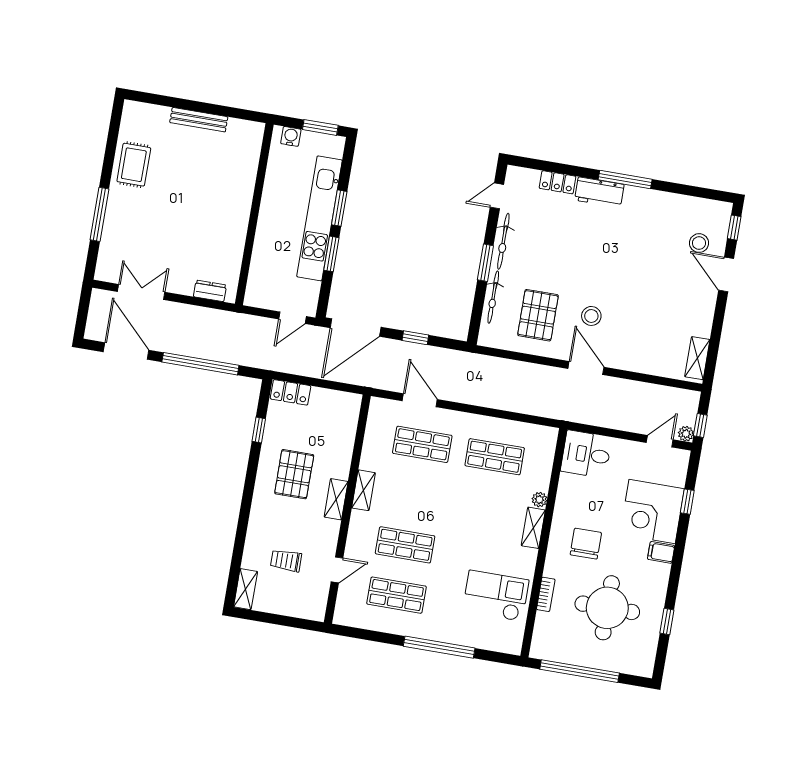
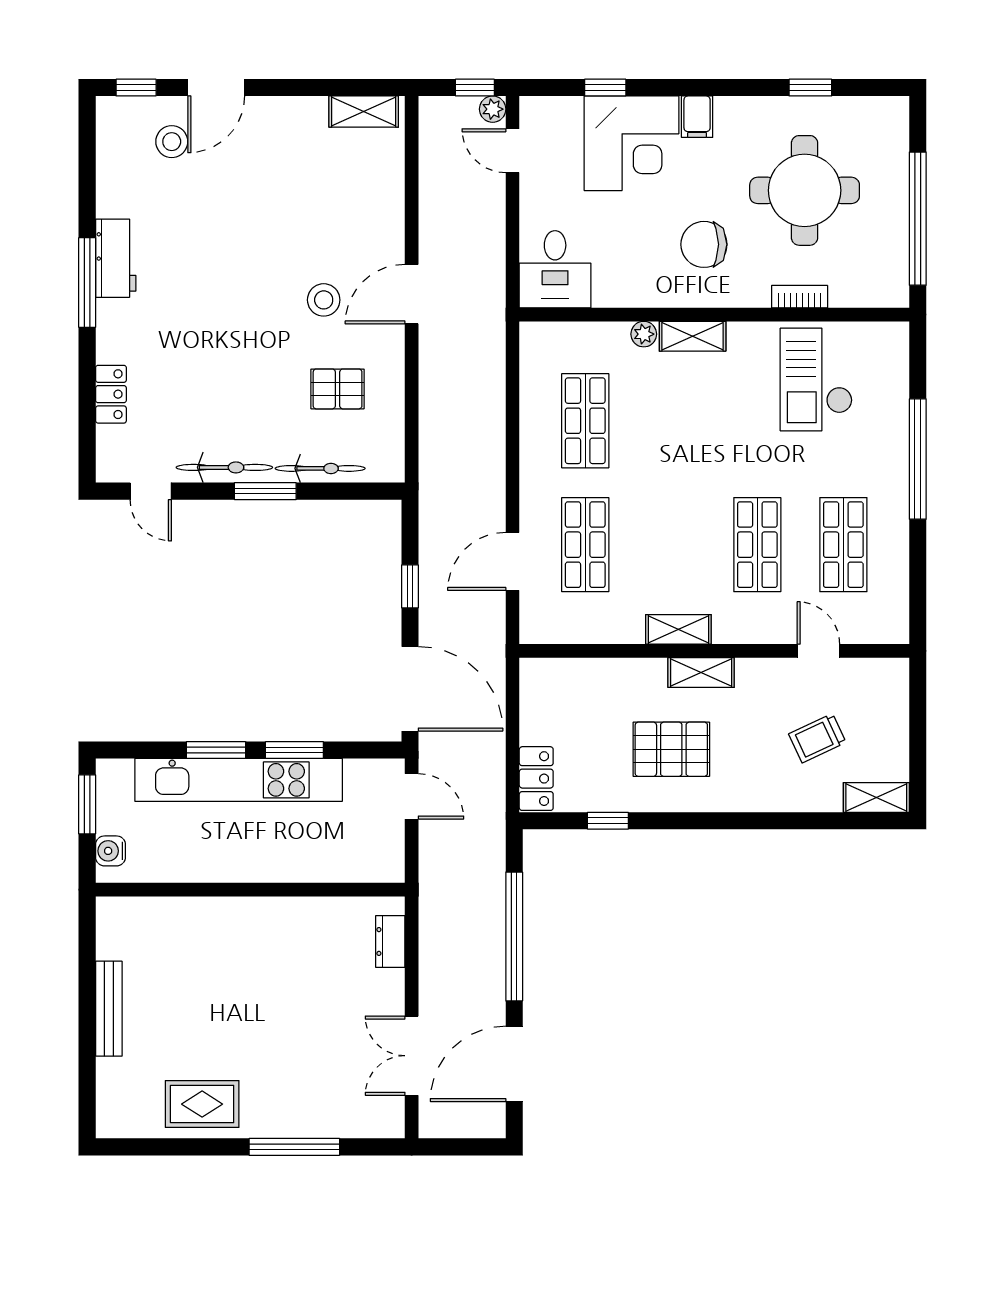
workbench: (599, 192) -> (116, 258), moved
pallet: (538, 315) -> (338, 389), width x0.67, depth x0.71
trolley: (286, 561) -> (817, 738), turned 65

